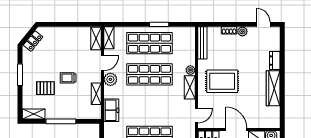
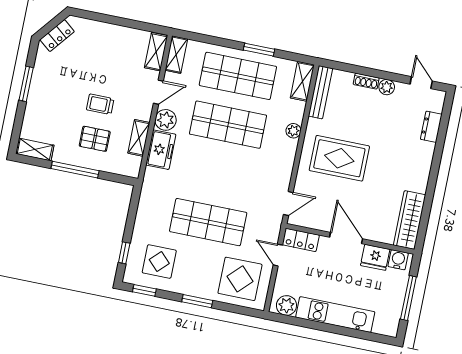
dresser: (275, 61) -> (431, 127), moved
shelving: (190, 87) -> (302, 81), moved
pallet: (45, 88) -> (95, 139), moved
wardrobe: (273, 88) -> (410, 220), moved
freezer: (111, 110) -> (161, 150), moved

